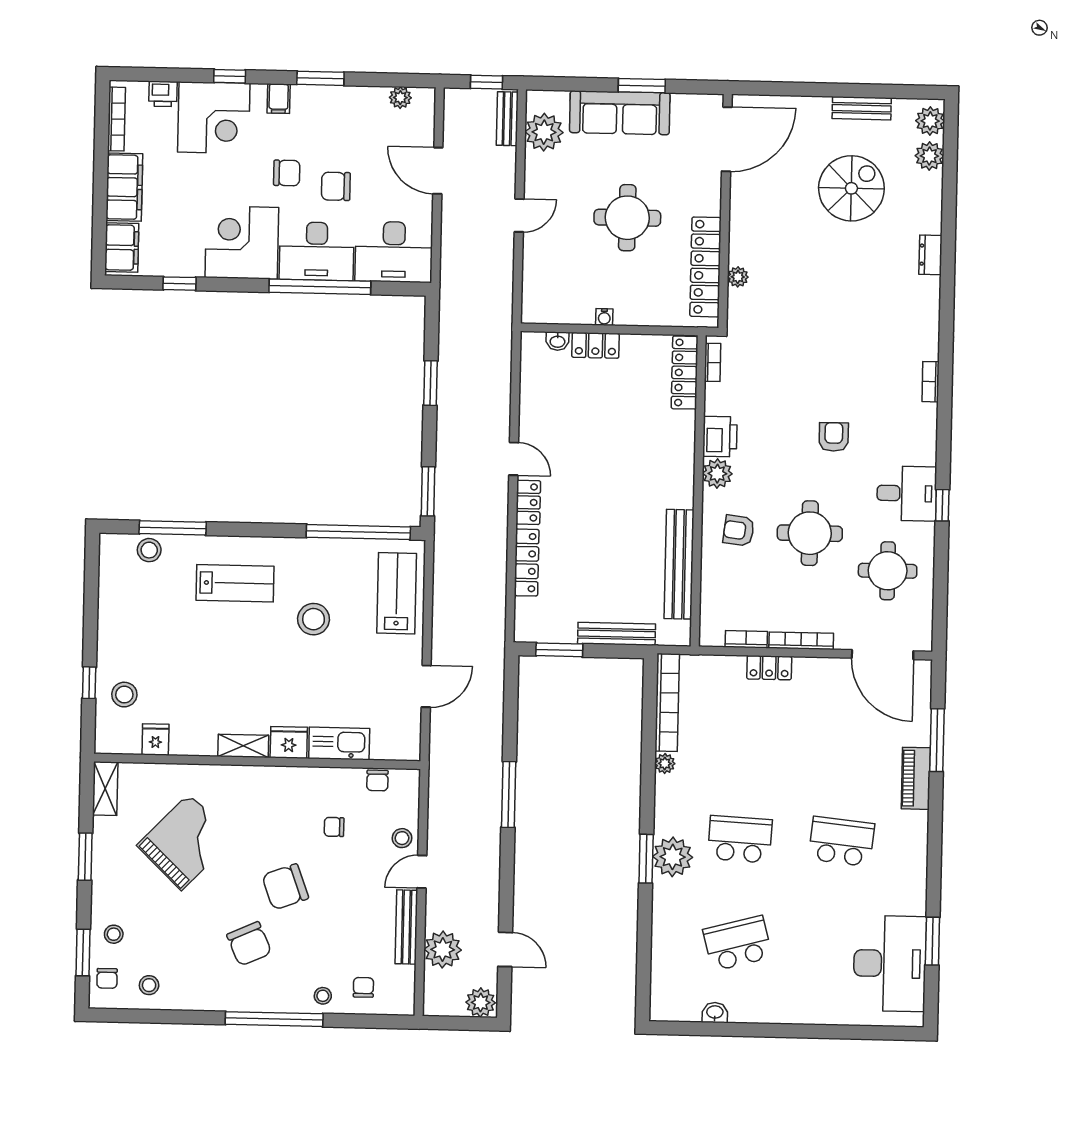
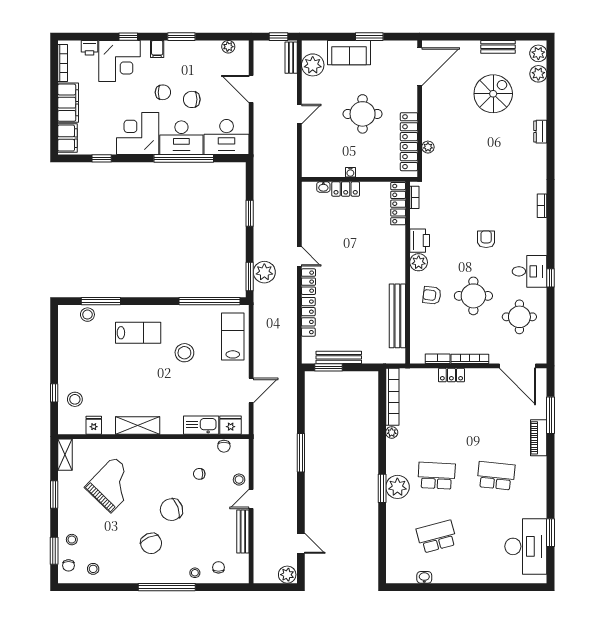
sofa: (620, 113) -> (349, 53), width x0.73
bench: (617, 634) -> (339, 357), moved
fridge: (289, 742) -> (231, 425), moved
shelving: (243, 746) -> (138, 426), width x1.50, depth x1.33
plant: (443, 950) -> (264, 272), moved

